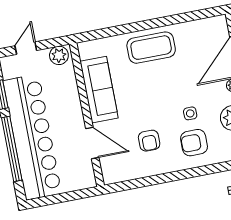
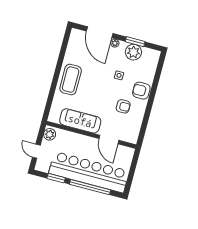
door: (92, 143) -> (109, 139), swing flipped
armchair: (194, 143) -> (141, 91), moved, turned 90

